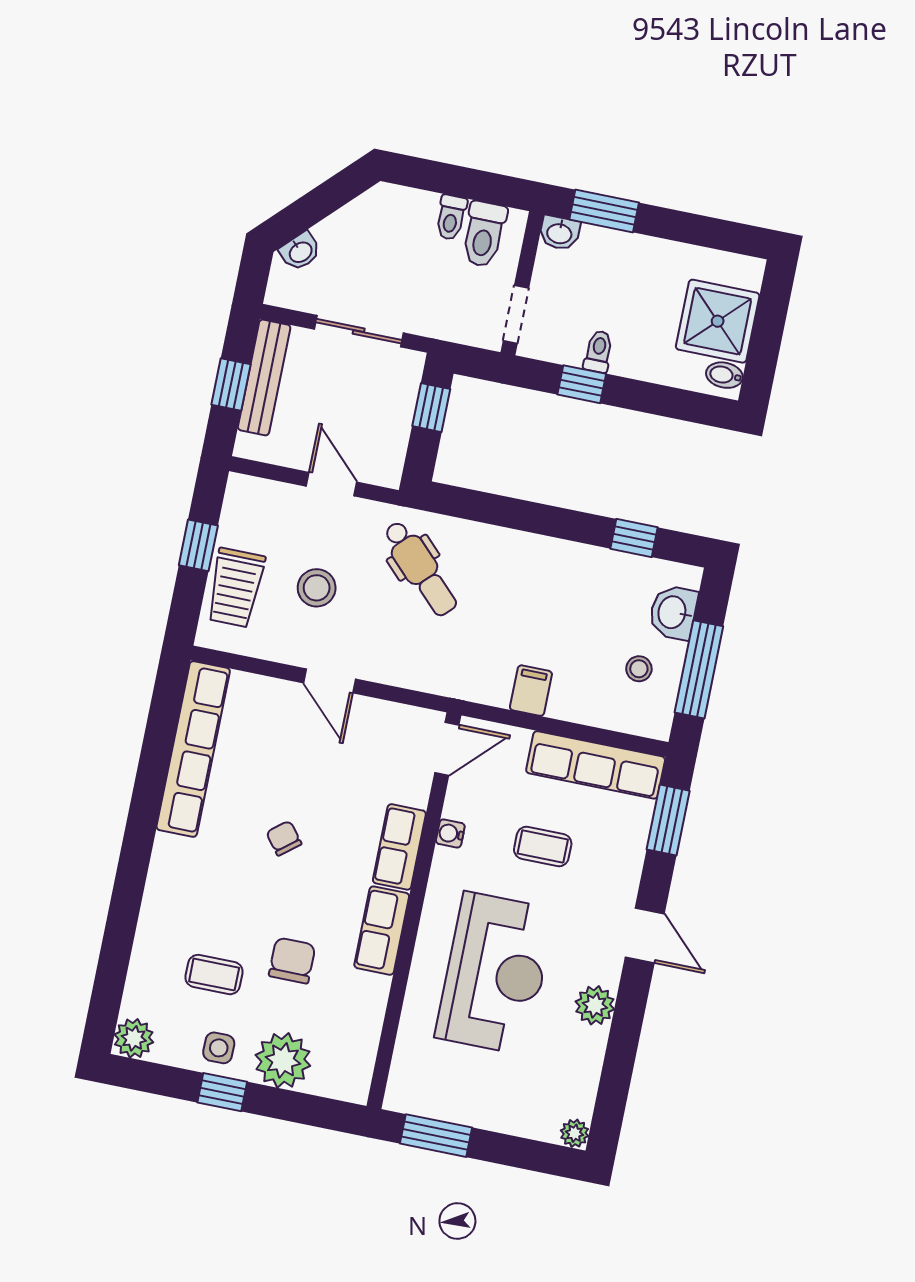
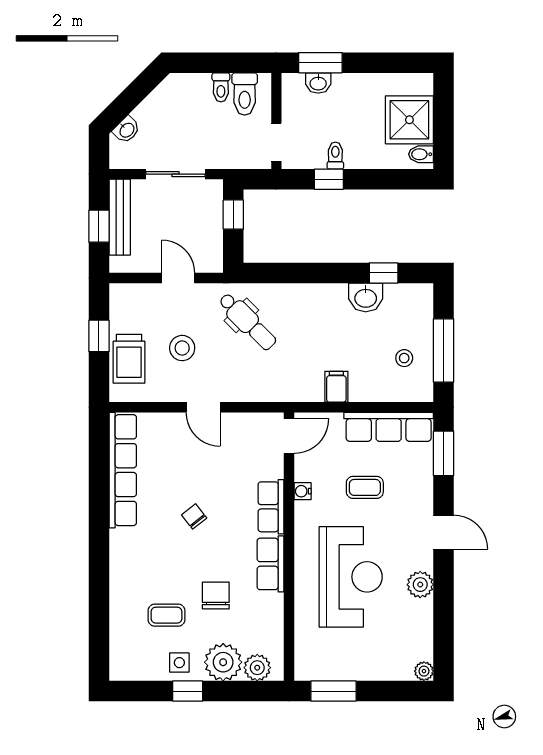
washbasin: (559, 233) -> (318, 83), moved
washbasin: (673, 612) -> (366, 297), moved, turned -90
plant: (134, 1038) -> (257, 668), moved

